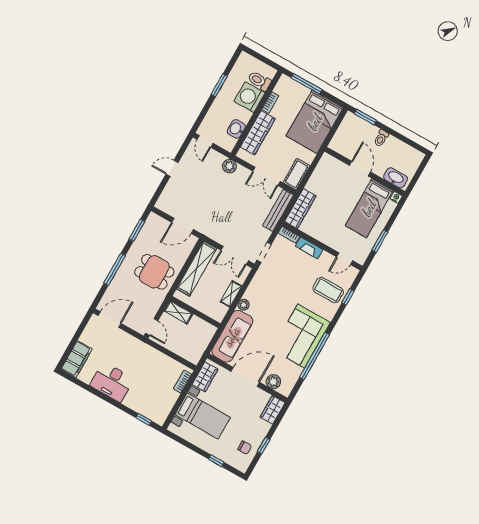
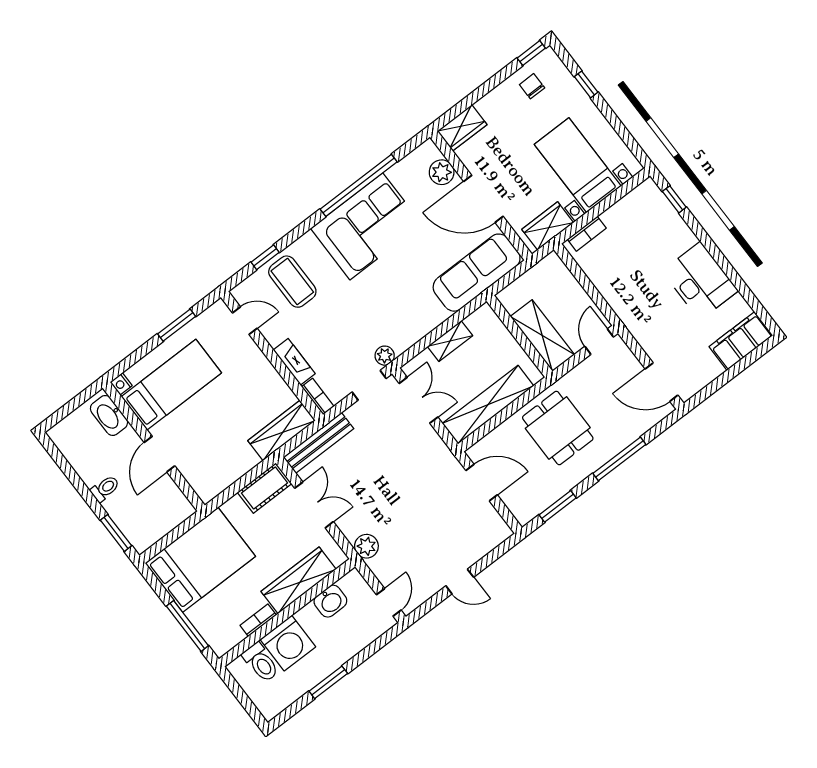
plant: (244, 305) -> (385, 356), moved
shelving: (178, 312) -> (542, 336), width x1.50, depth x1.33
window: (264, 446) -> (531, 53), moved

